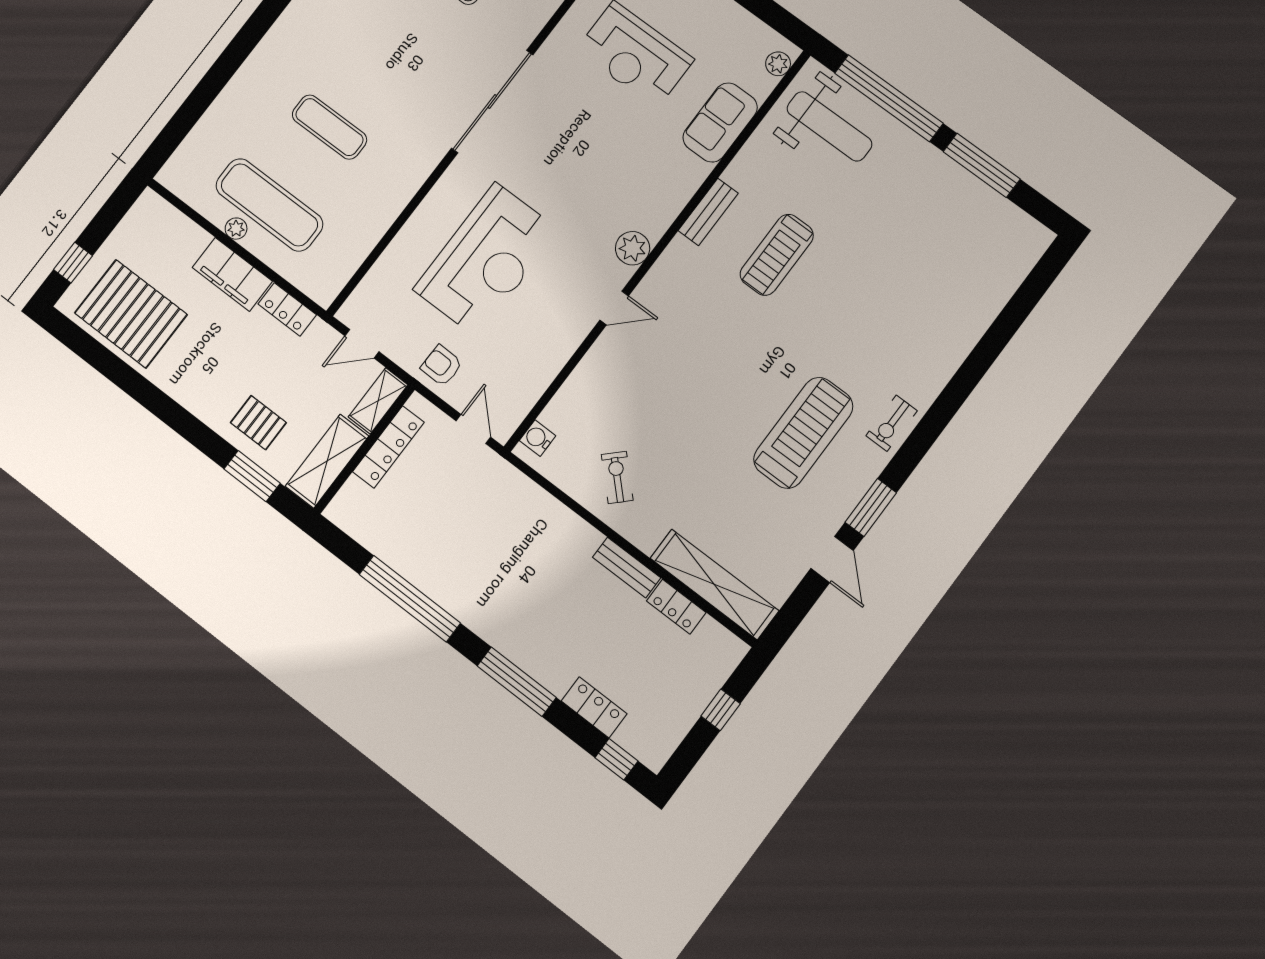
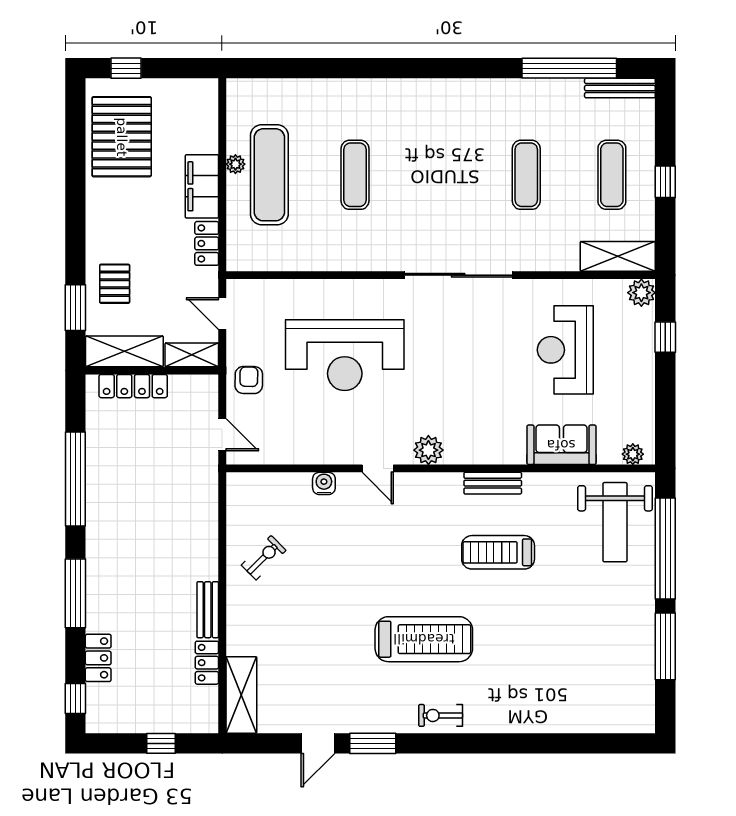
door: (473, 429) -> (222, 435), hinge flipped
treadmill: (803, 433) -> (424, 639), moved
water cooler: (538, 438) -> (324, 483), moved
locker: (388, 447) -> (133, 386), moved
shelving: (714, 584) -> (241, 695), width x0.68

